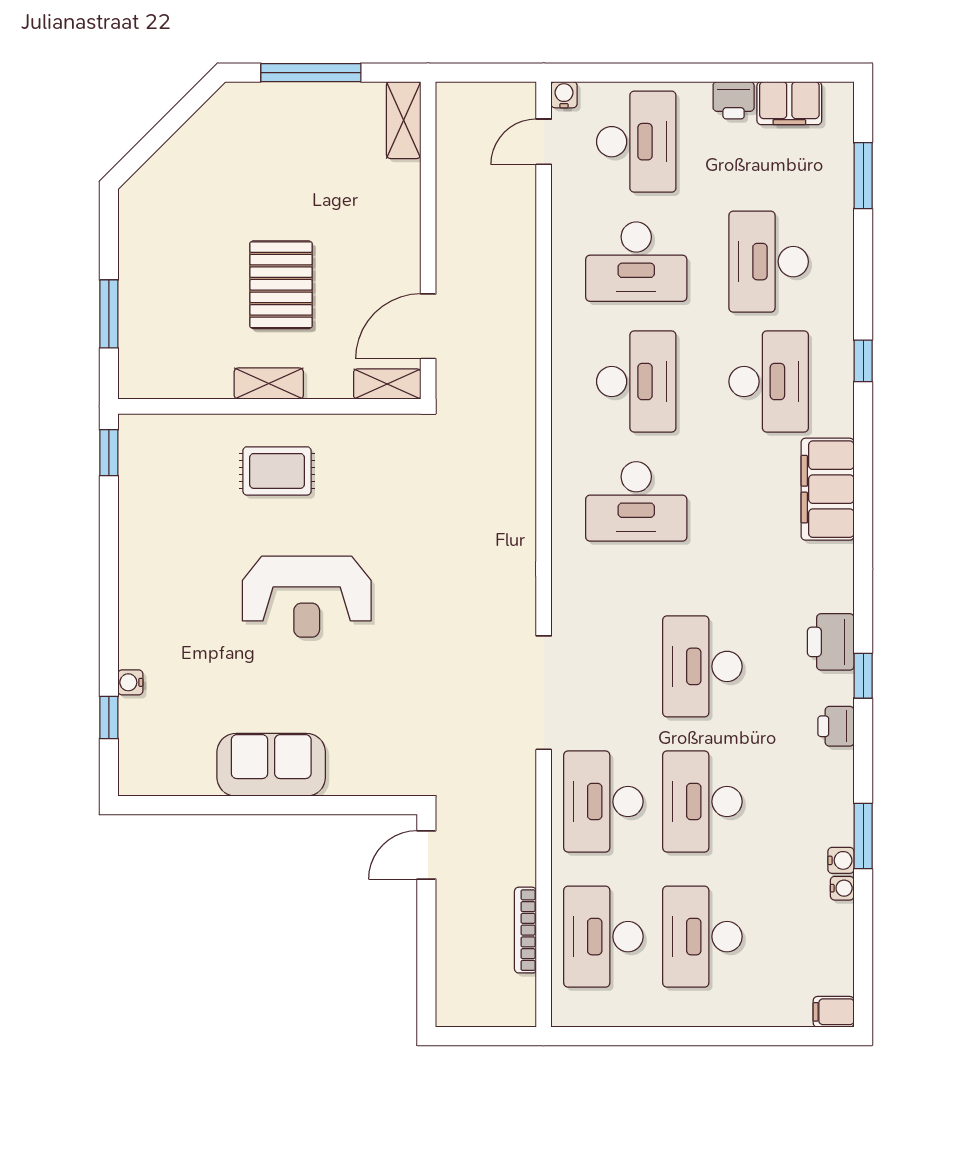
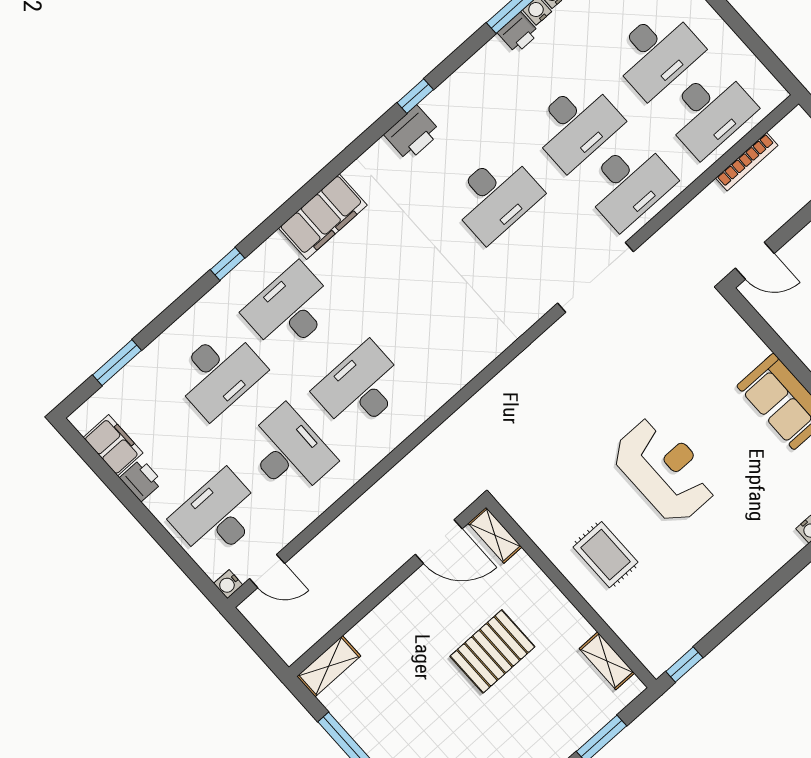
shelving: (269, 384) -> (607, 661), moved
desk: (636, 501) -> (432, 324), removed
printer: (836, 726) -> (518, 33), moved

